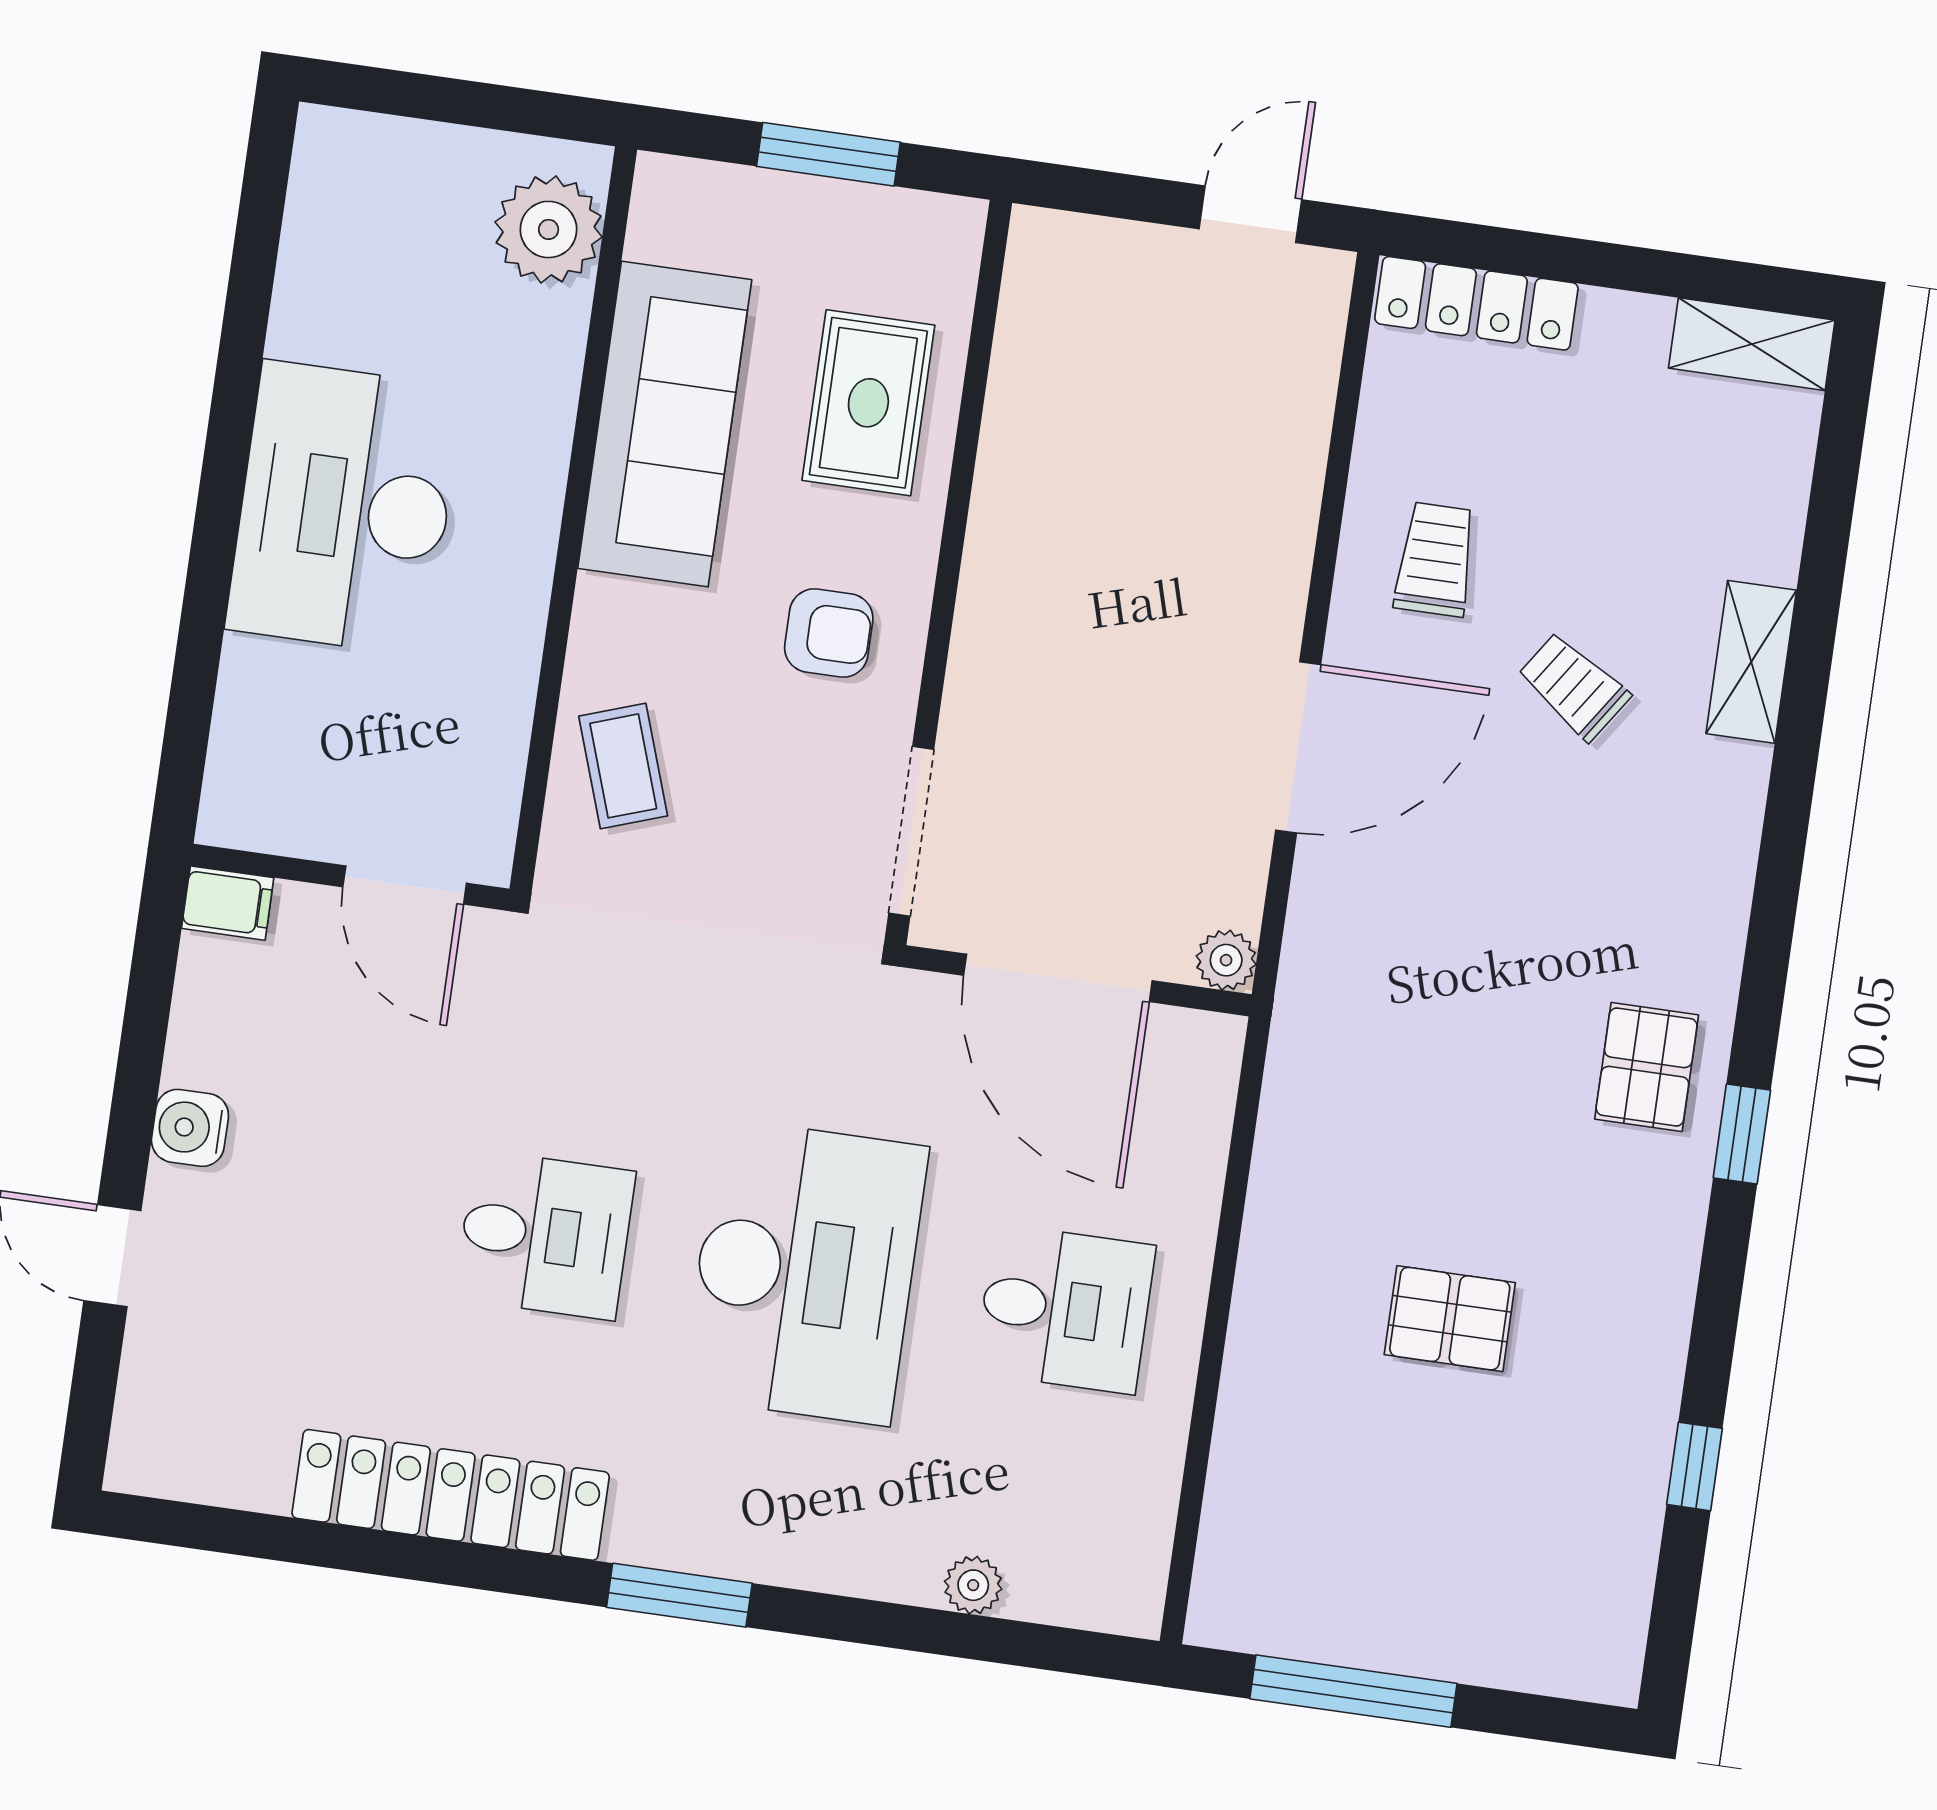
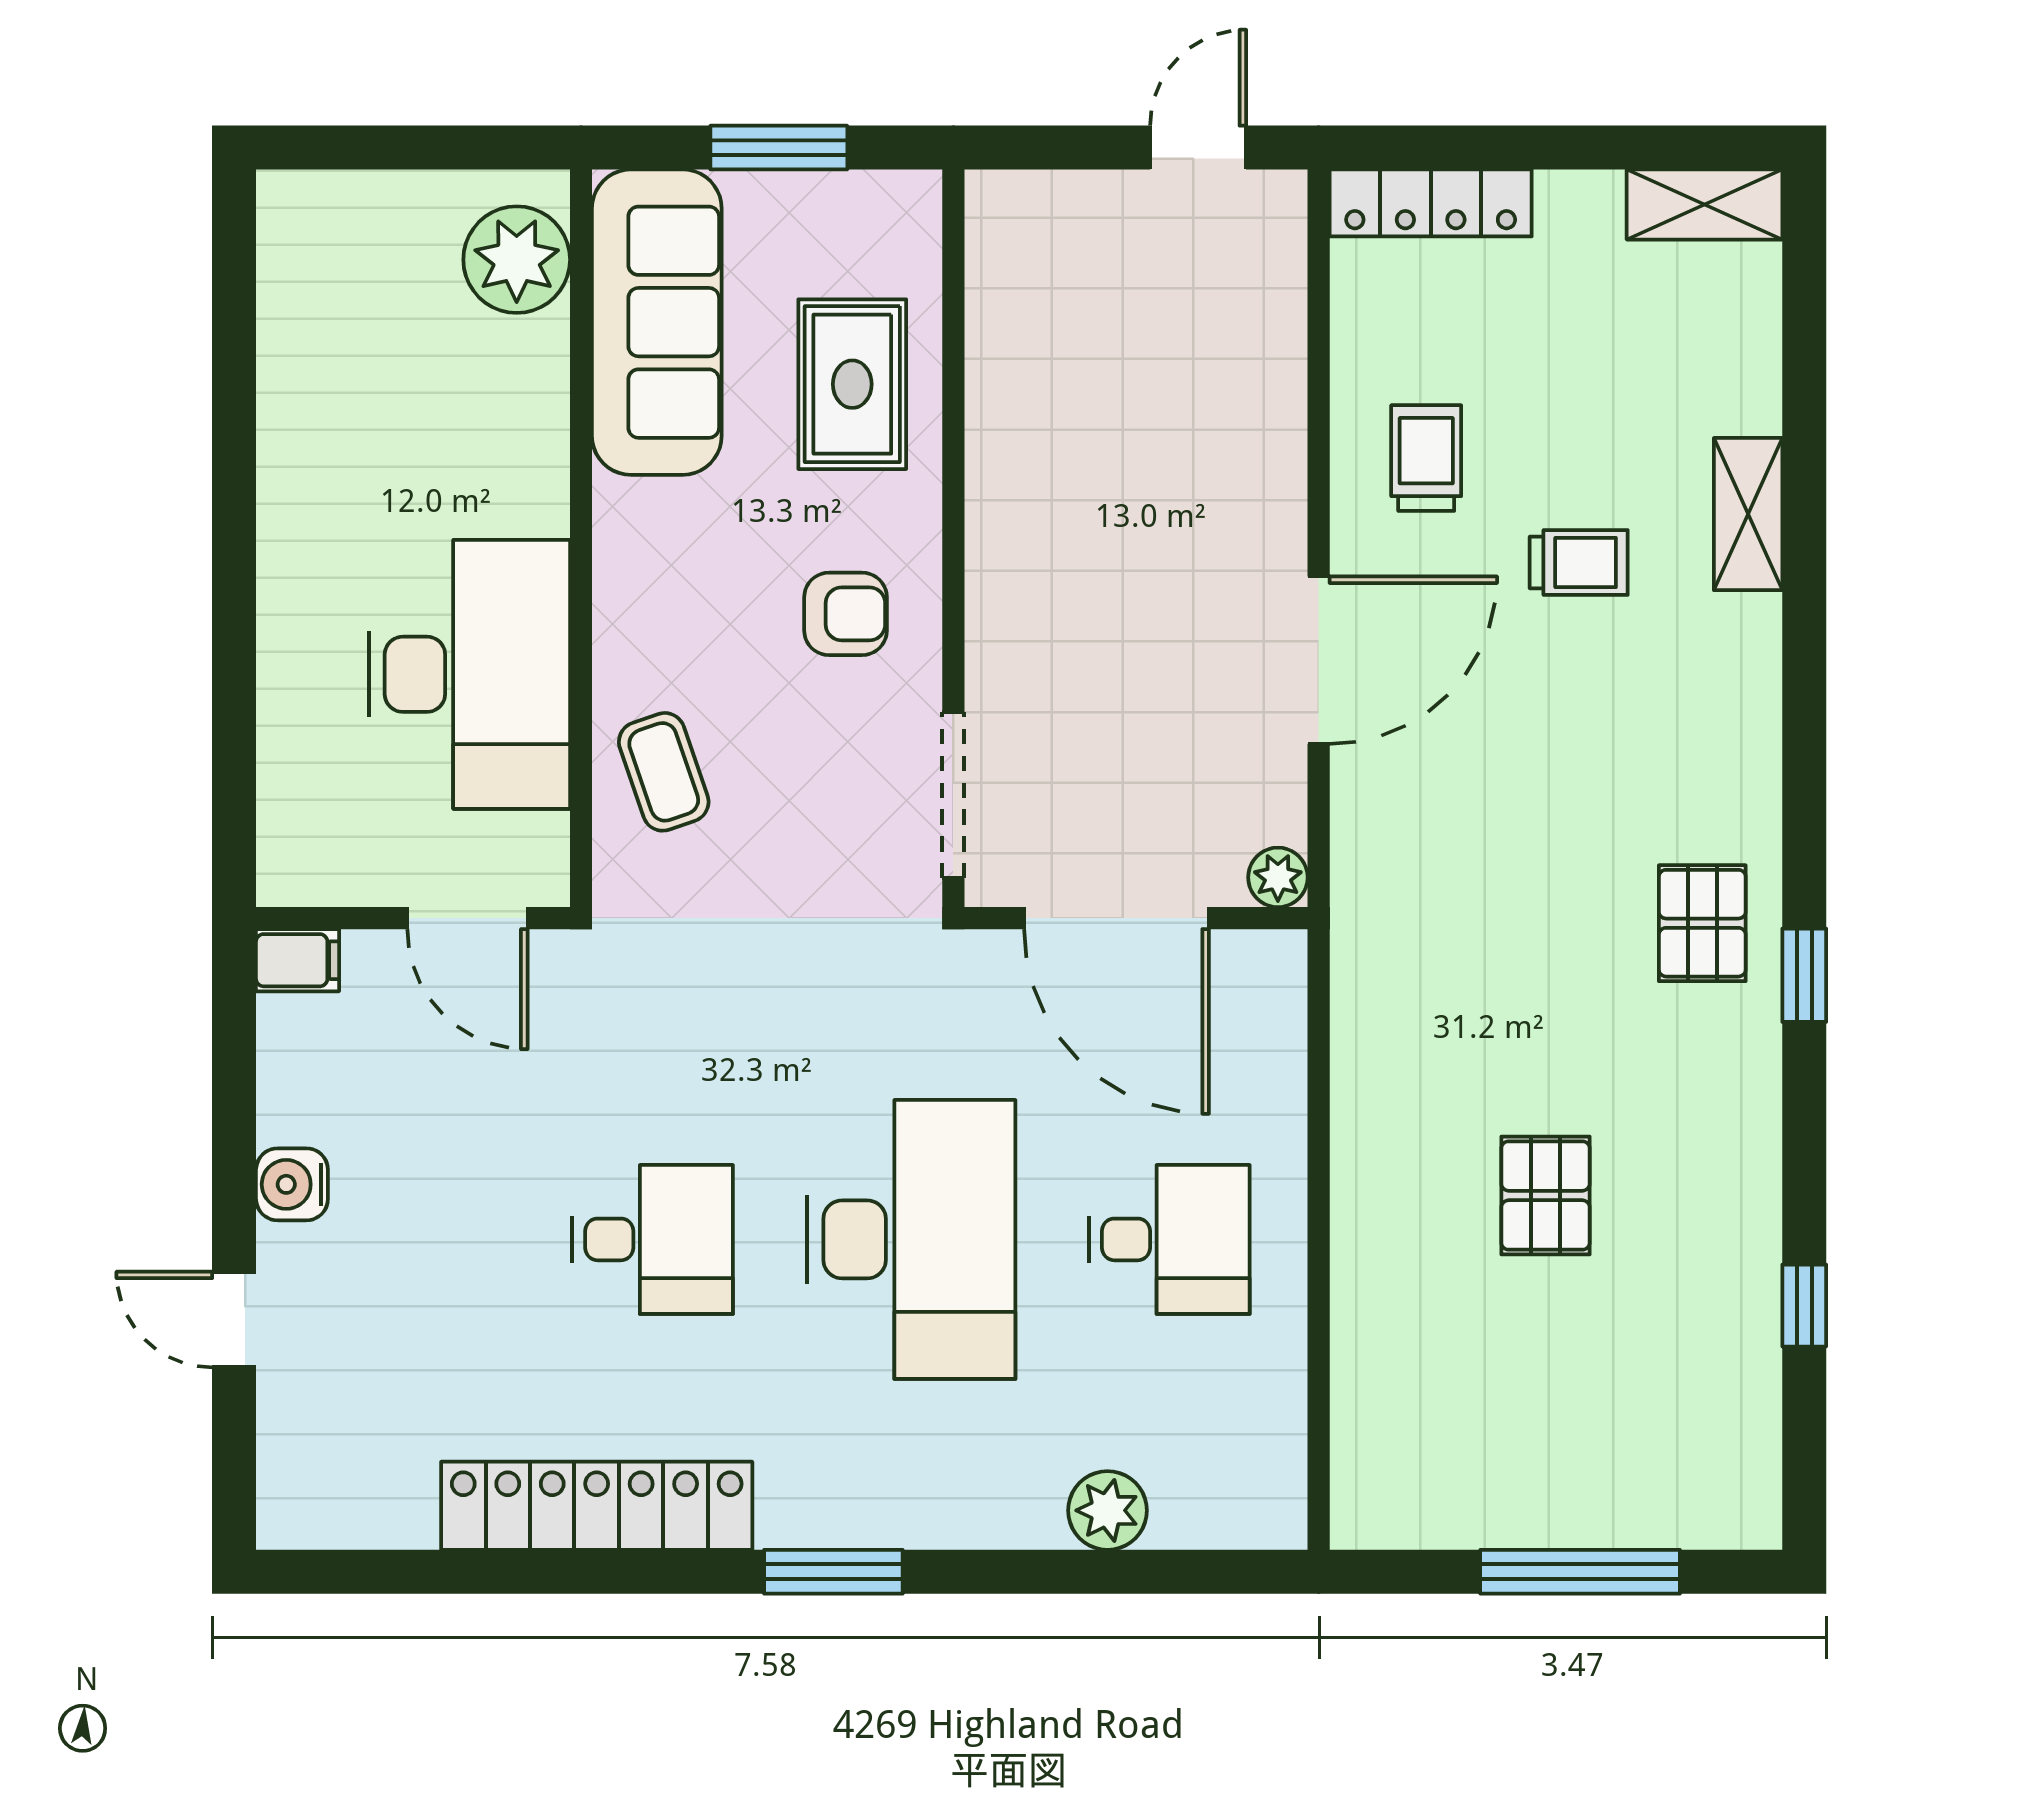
sofa: (665, 424) -> (657, 322), moved
desk: (345, 508) -> (469, 674), moved, turned 180
trolley: (1574, 686) -> (1579, 562), turned 146
pallet: (1450, 1319) -> (1545, 1196), turned 90
plant: (973, 1585) -> (1107, 1510), width x1.38, depth x1.38
window: (1353, 1691) -> (1580, 1572), moved

